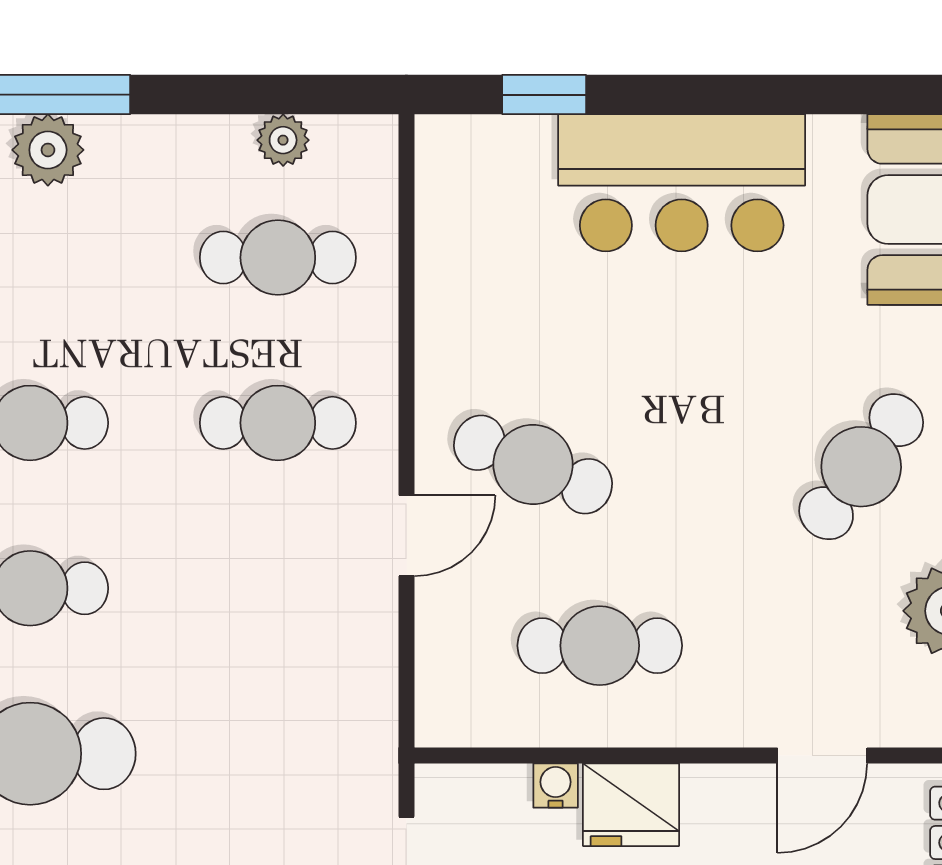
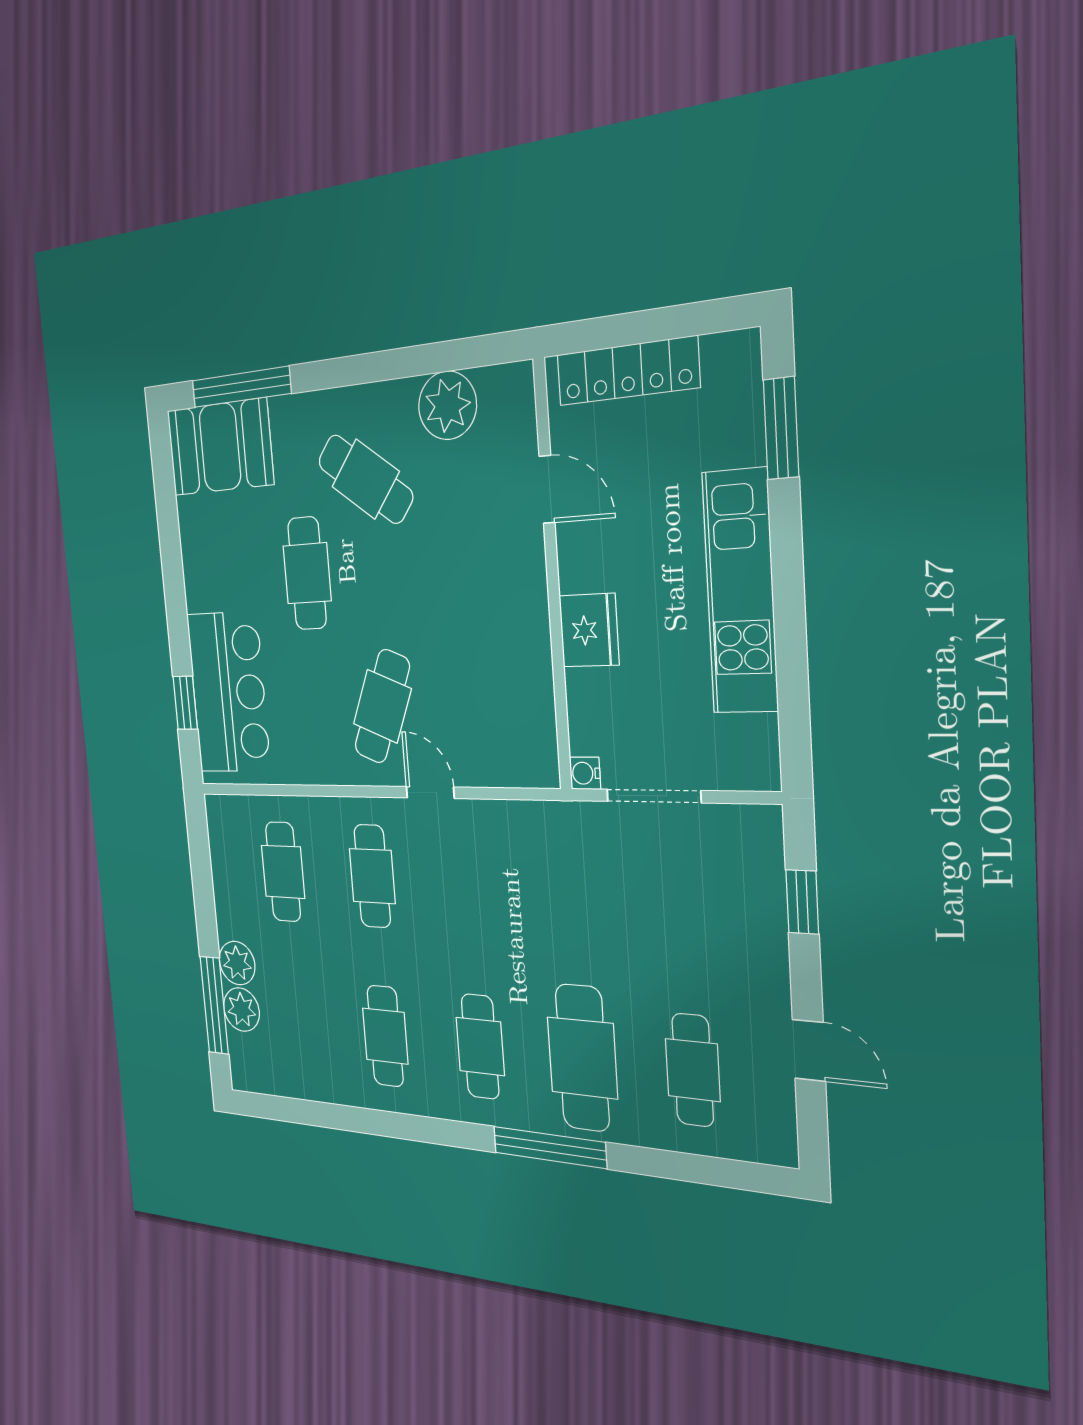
plant: (283, 140) -> (237, 963), moved, width x1.38, depth x1.38
bar counter: (682, 183) -> (229, 692), moved
cafe table: (600, 646) -> (307, 573), moved
water cooler: (556, 786) -> (585, 773), moved

